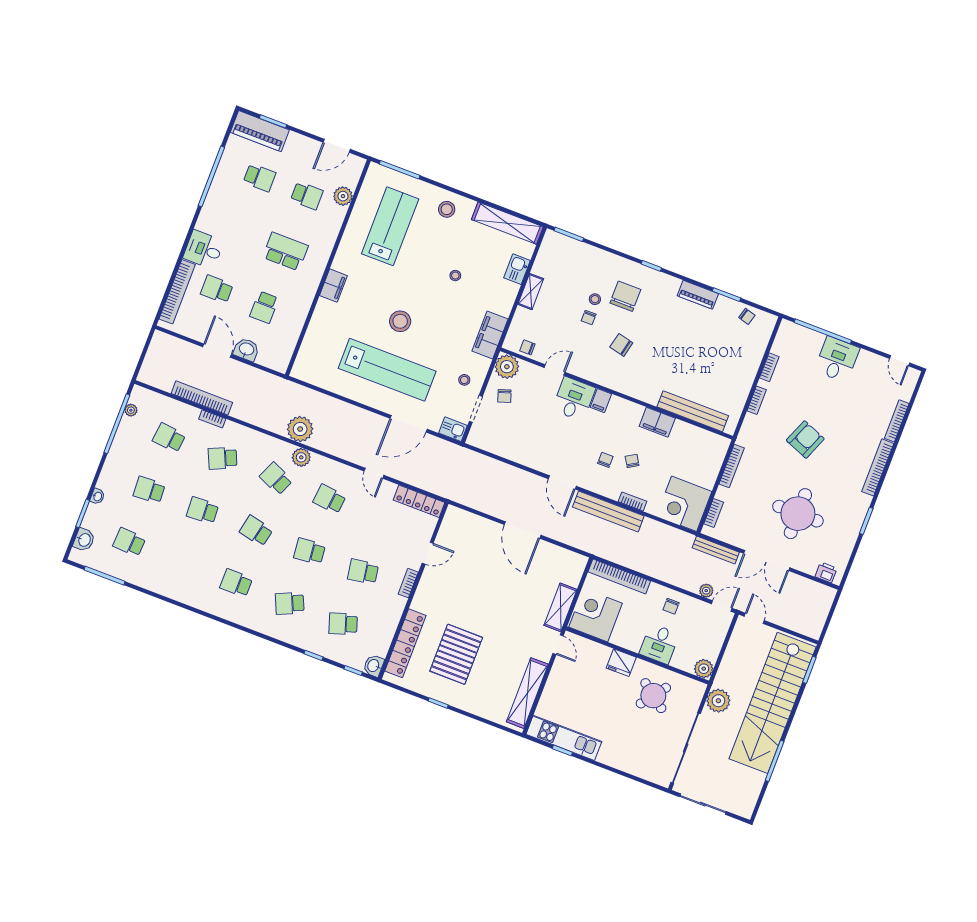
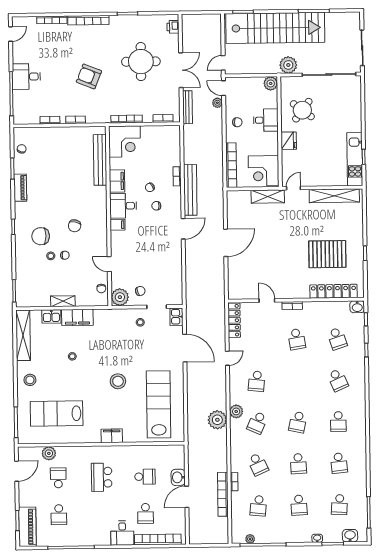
door: (337, 146) -> (17, 471), hinge flipped
school desk: (259, 178) -> (59, 515), turned 180
filing cabinet: (490, 335) -> (77, 317), moved
lab bench: (387, 370) -> (159, 404), moved
desk: (574, 399) -> (123, 206), moved
corner desk: (684, 504) -> (125, 141), moved
school desk: (310, 551) -> (339, 463), moved

